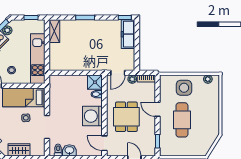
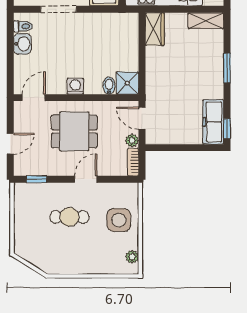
freezer: (128, 34) -> (213, 122), moved, turned -90
wardrobe: (60, 64) -> (155, 29), added
washing machine: (92, 116) -> (75, 86), width x0.53, depth x0.53
cafe table: (182, 120) -> (69, 217), width x0.73, depth x0.74

